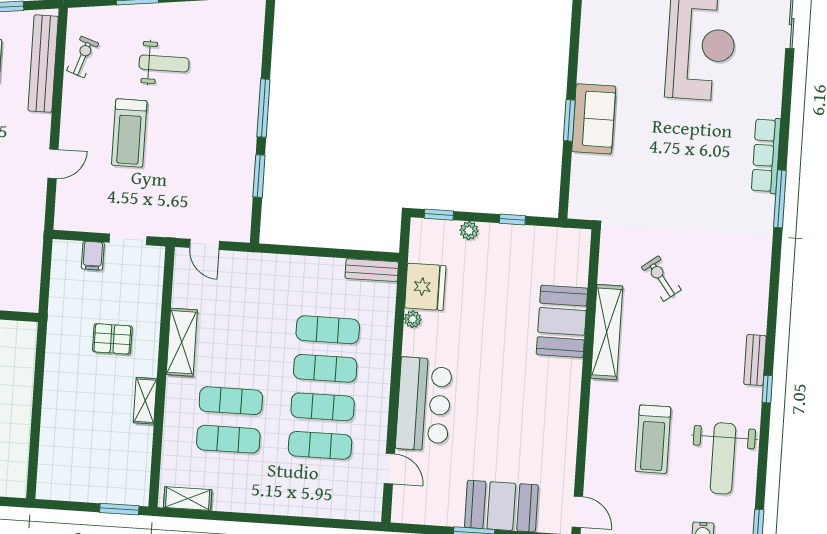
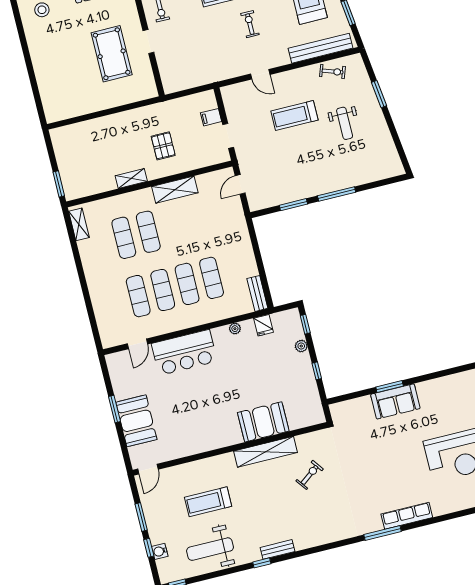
fridge: (425, 287) -> (264, 325), width x0.53, depth x0.75

